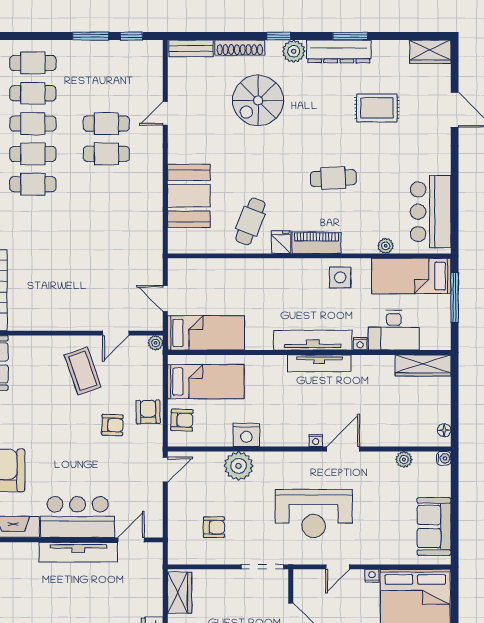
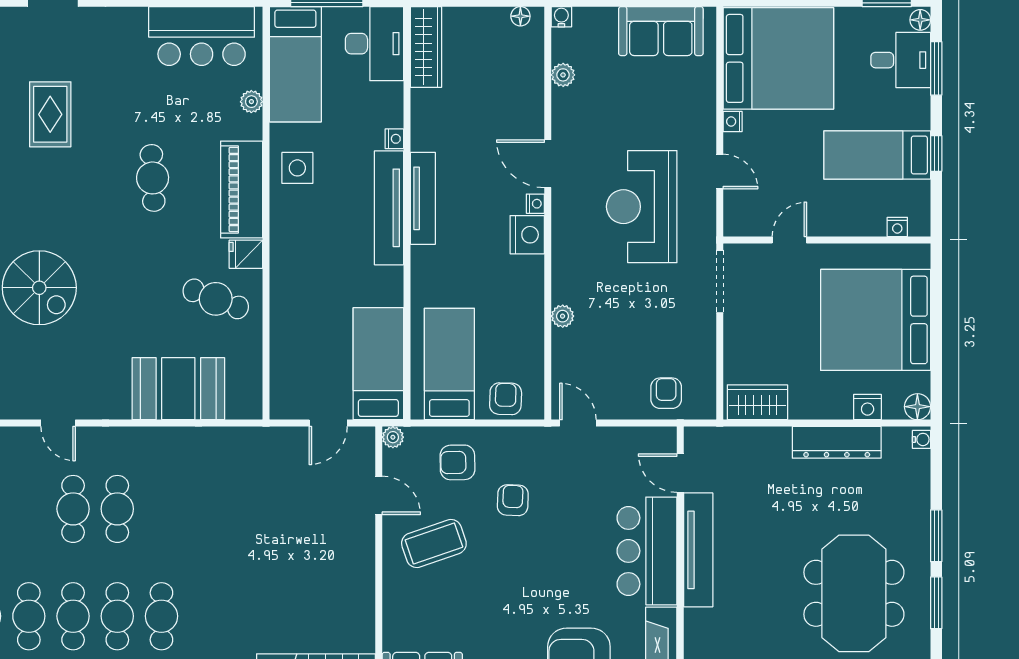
piano: (317, 243) -> (242, 189), width x1.37, depth x1.33
desk: (394, 330) -> (374, 44), moved
armchair: (148, 412) -> (457, 462), moved
nightstand: (246, 435) -> (527, 235), moved
plant: (239, 466) -> (563, 316), width x0.53, depth x0.53
reception desk: (314, 513) -> (642, 207), turned 180
armchair: (214, 527) -> (666, 393), moved

